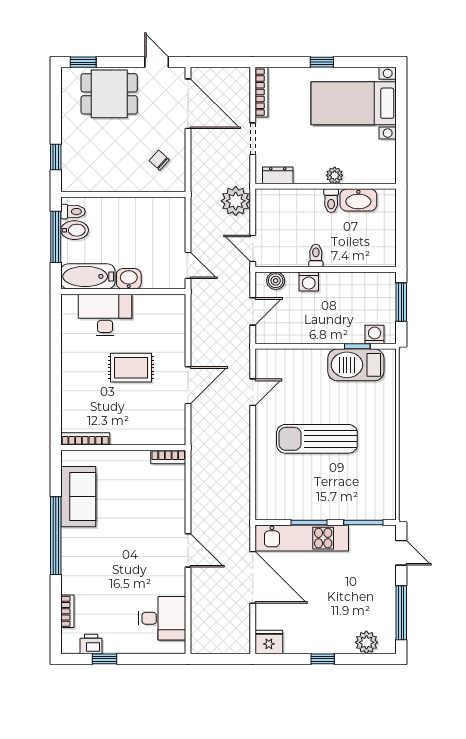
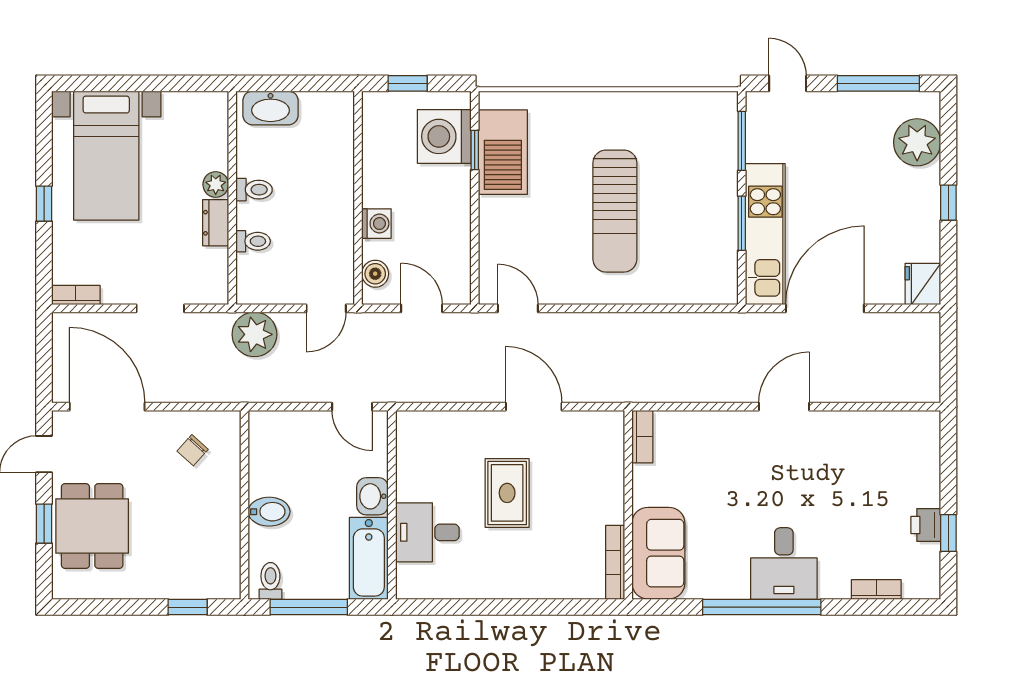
window: (83, 62) -> (44, 524), moved
bookcase: (262, 92) -> (76, 295), width x0.64
door: (188, 104) -> (107, 407), hinge flipped
dresser: (278, 175) -> (216, 223), moved
washbasin: (358, 200) -> (270, 108), moved, turned 90
bidet: (75, 230) -> (269, 512), moved, turned 90
toilet: (316, 256) -> (253, 241), moved, turned 180
door: (188, 265) -> (352, 407), swing flipped
window: (401, 302) -> (408, 83), width x0.67
desk: (105, 315) -> (427, 532), width x0.73
washing machine: (375, 334) -> (444, 136), width x1.89, depth x1.89
door: (253, 392) -> (518, 308), moved
sofa: (78, 497) -> (658, 553), moved, turned 90
door: (401, 553) -> (788, 83), hinge flipped
desk: (162, 618) -> (784, 564), moved, turned 180
plant: (366, 642) -> (917, 142), width x1.36, depth x1.36
printer: (91, 644) -> (926, 525), moved

